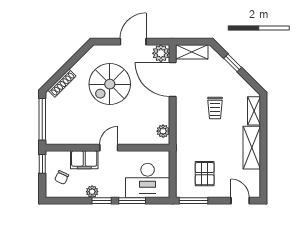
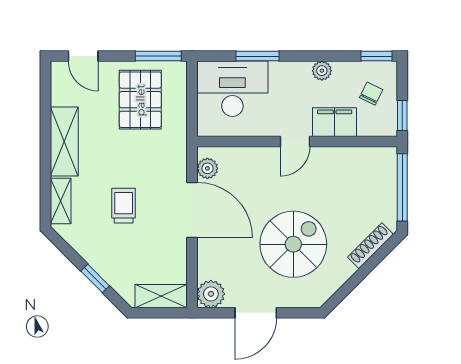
door: (173, 79) -> (192, 210), moved
pallet: (205, 174) -> (140, 100), width x1.50, depth x1.42
window: (102, 201) -> (377, 56), moved

